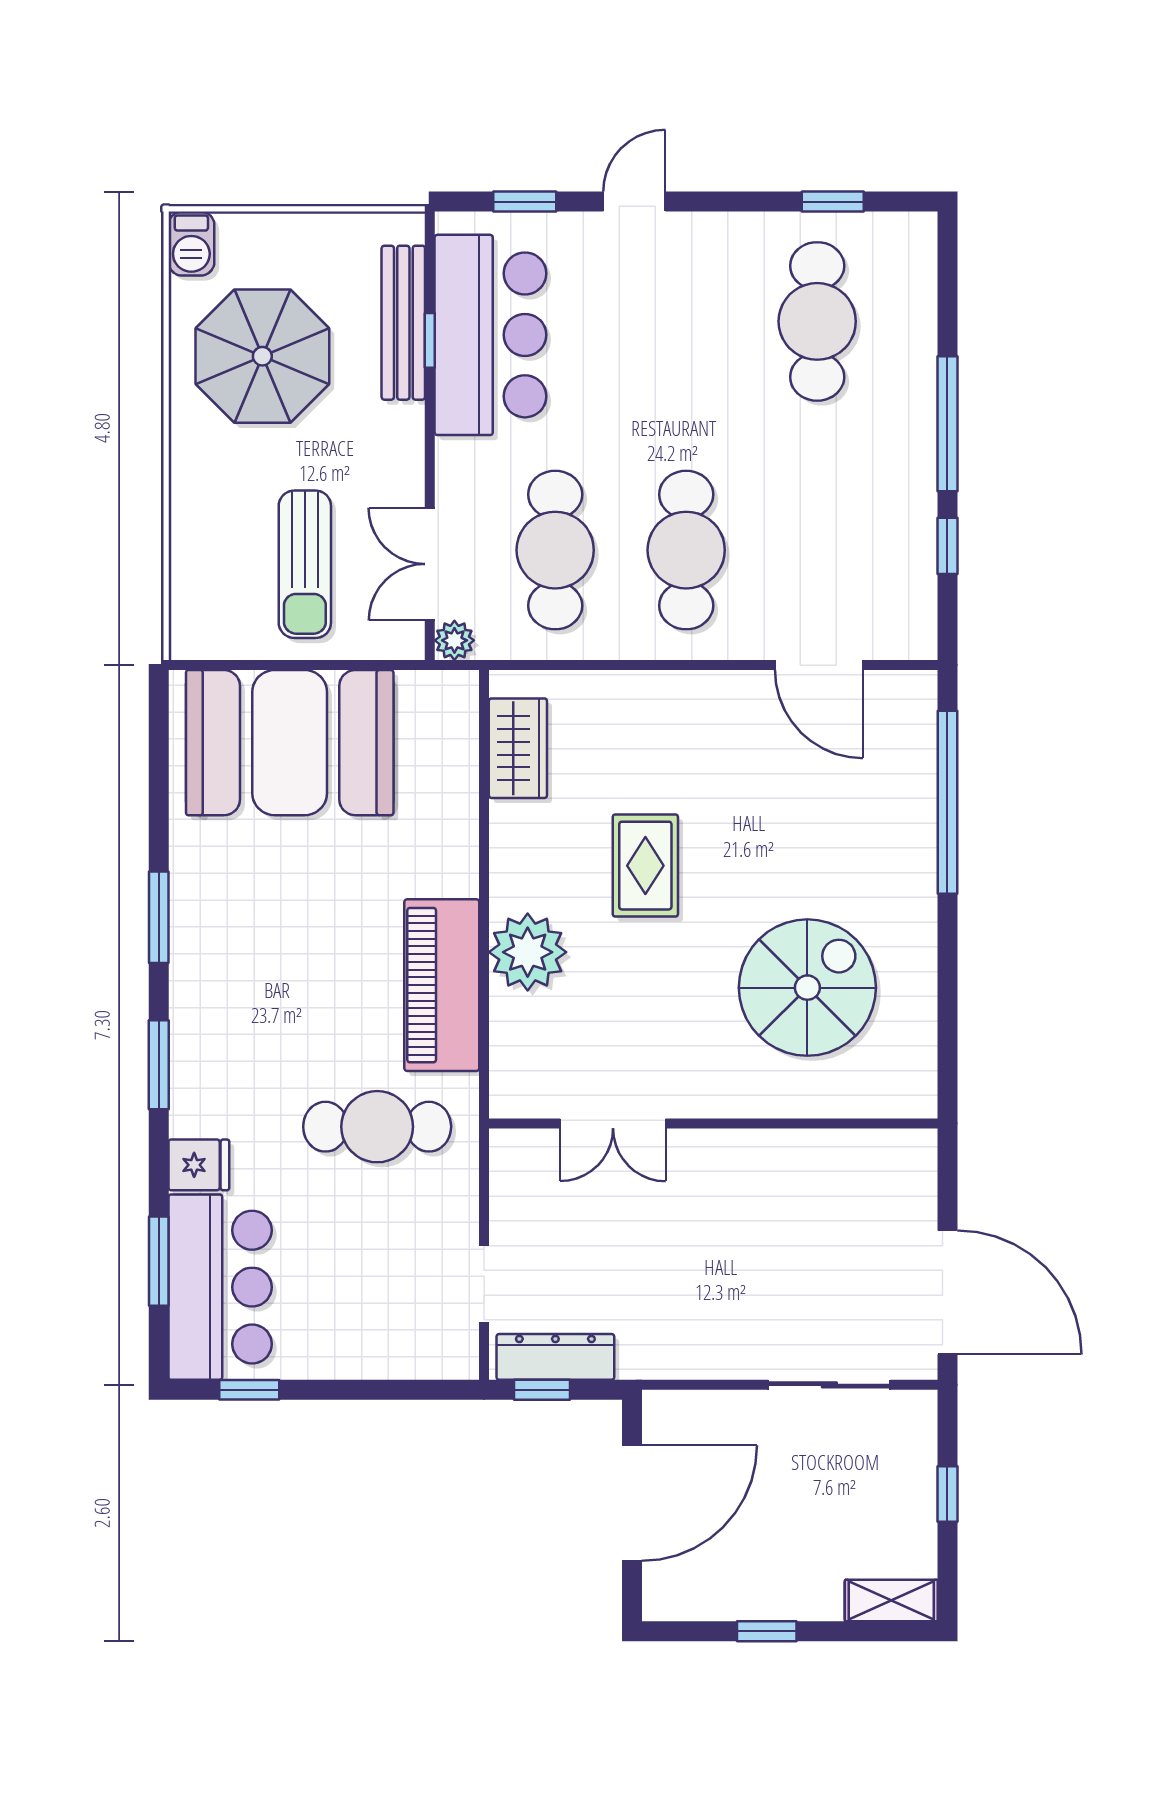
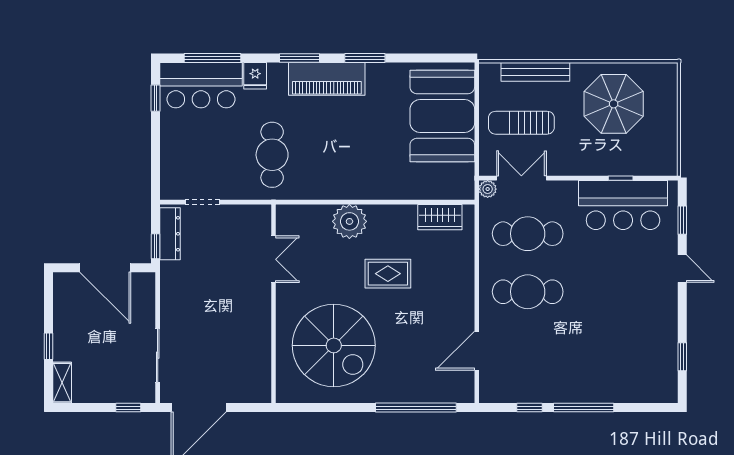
barbecue: (191, 244) -> (664, 72), removed
cafe table: (817, 321) -> (629, 350), removed
bench: (403, 323) -> (535, 72), moved
piano: (442, 985) -> (327, 79), moved, turned 180
spiral stairs: (807, 988) -> (334, 345), width x1.37, depth x1.37
double door: (613, 1124) -> (274, 259), swing flipped
window: (159, 1261) -> (212, 58), width x1.44
window: (542, 1390) -> (155, 246), moved
window: (947, 1494) -> (128, 408), moved
window: (767, 1631) -> (48, 346), moved

